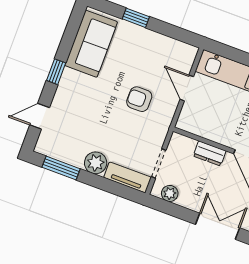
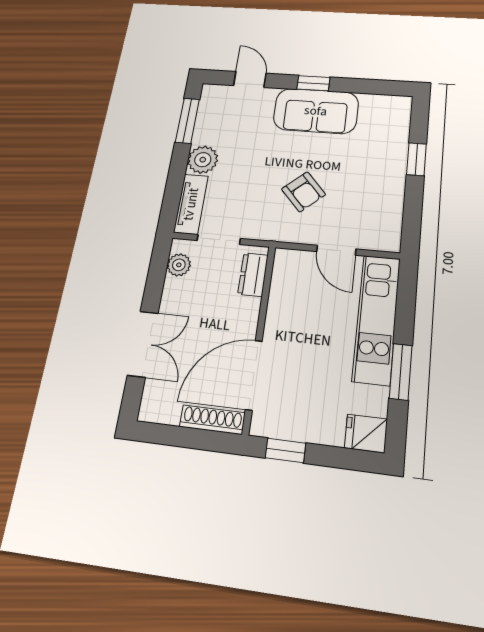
sofa: (91, 44) -> (316, 111), moved
door: (187, 88) -> (336, 250), swing flipped
armchair: (139, 99) -> (303, 192), turned 138
dresser: (210, 153) -> (253, 275), moved

